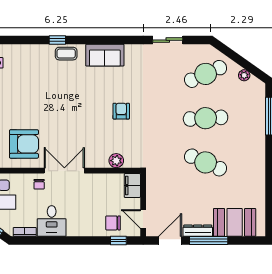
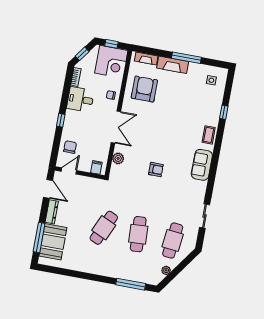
window: (57, 40) -> (224, 112), moved
cafe table: (206, 74) -> (173, 241), turned 30
armchair: (24, 144) -> (144, 89), turned 180
double door: (64, 171) -> (116, 127), moved
filing cabinet: (132, 186) -> (96, 167), width x0.50
window: (118, 241) -> (61, 120), moved
window: (209, 241) -> (39, 237), moved

